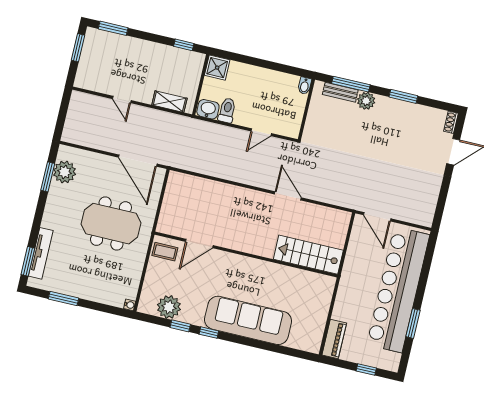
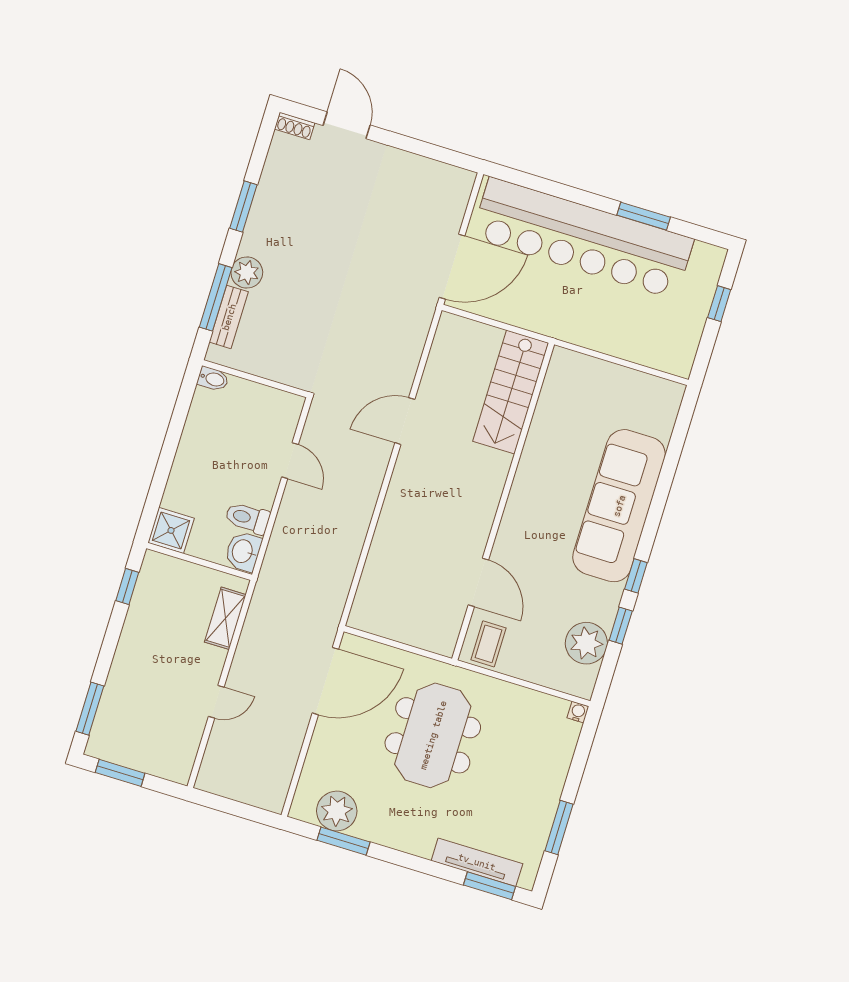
door: (377, 217) -> (452, 267), width x1.36
piano: (334, 339) -> (662, 356), removed

